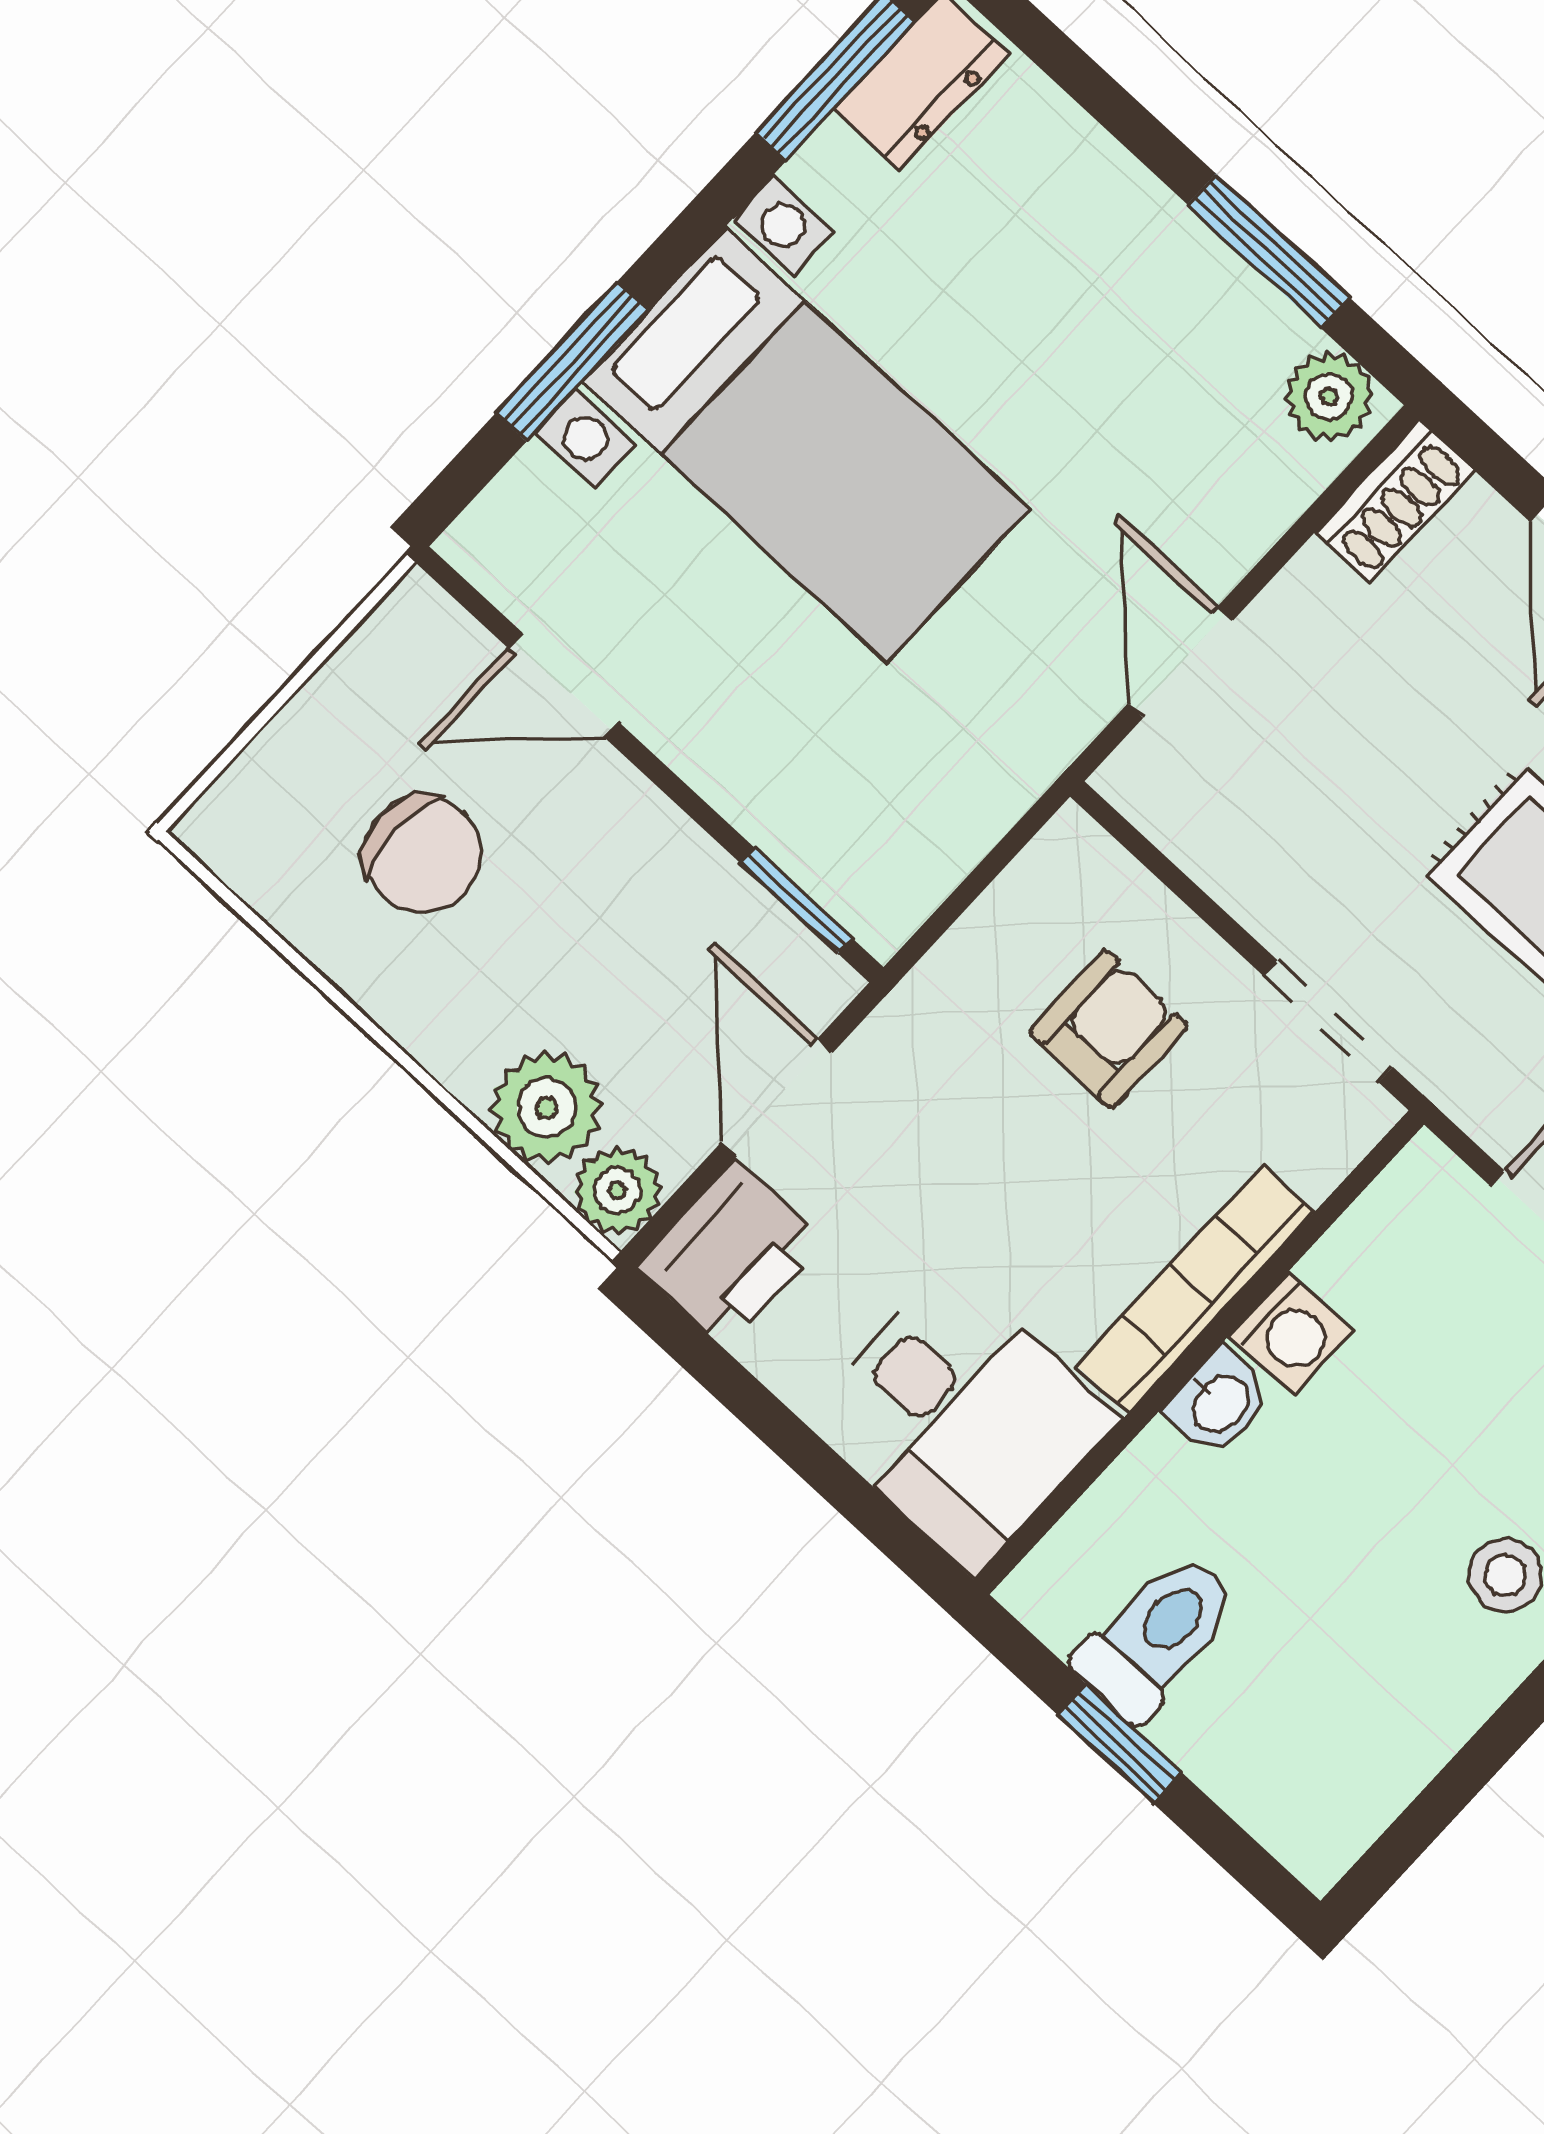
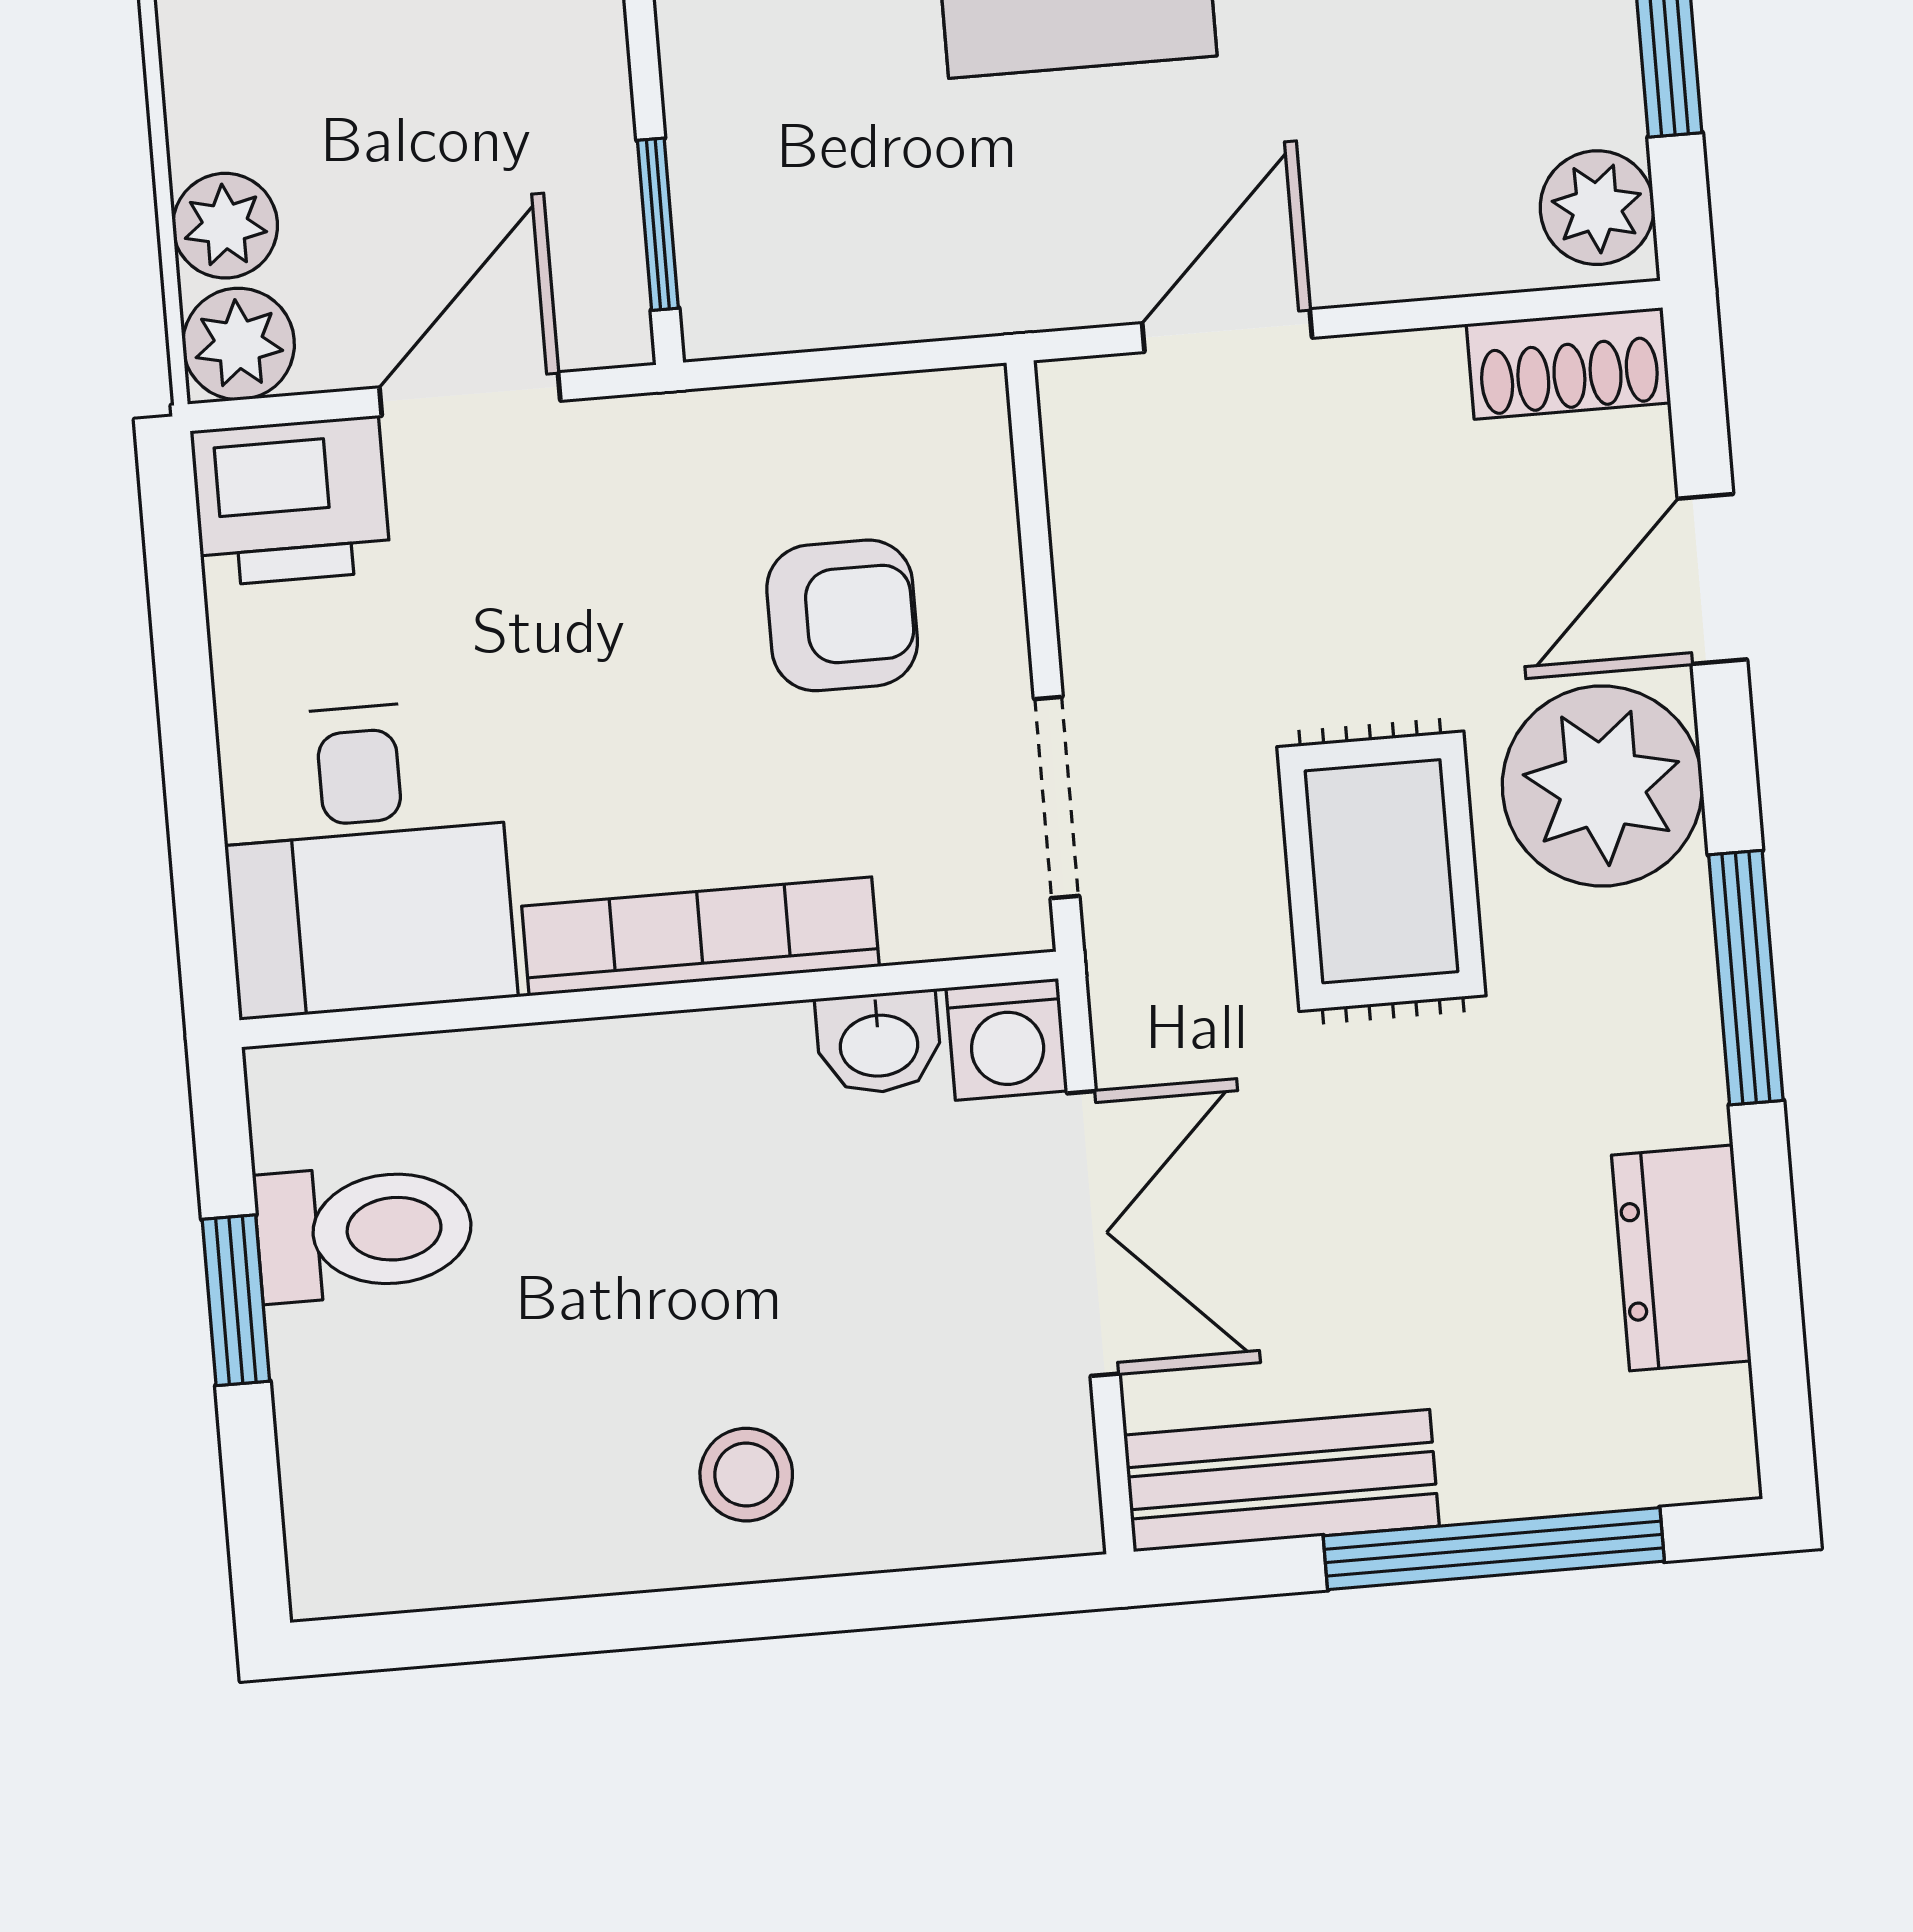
plant: (546, 1108) -> (225, 226), width x0.73, depth x0.73
washing machine: (1291, 1333) -> (1007, 1039), moved
washbasin: (1219, 1403) -> (879, 1043), moved

